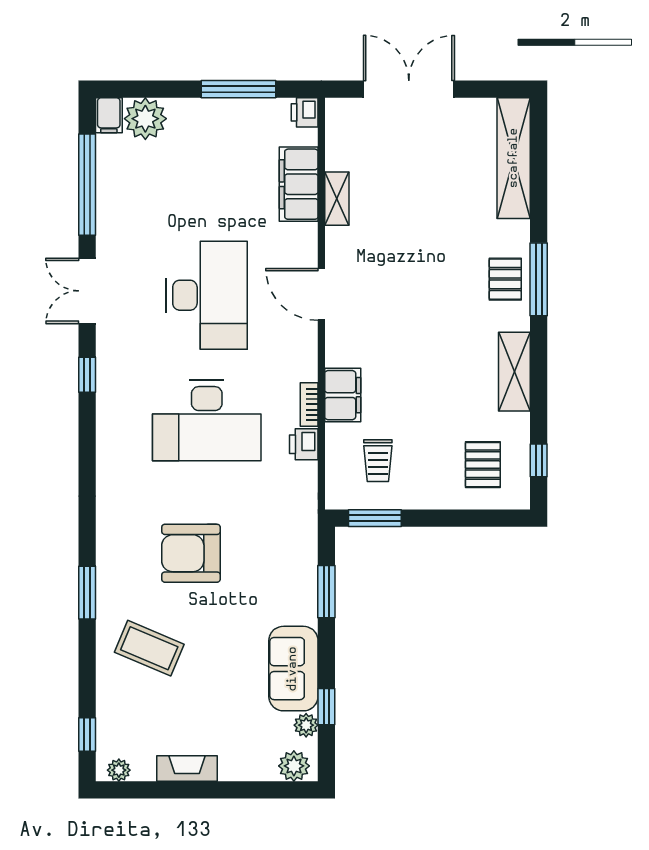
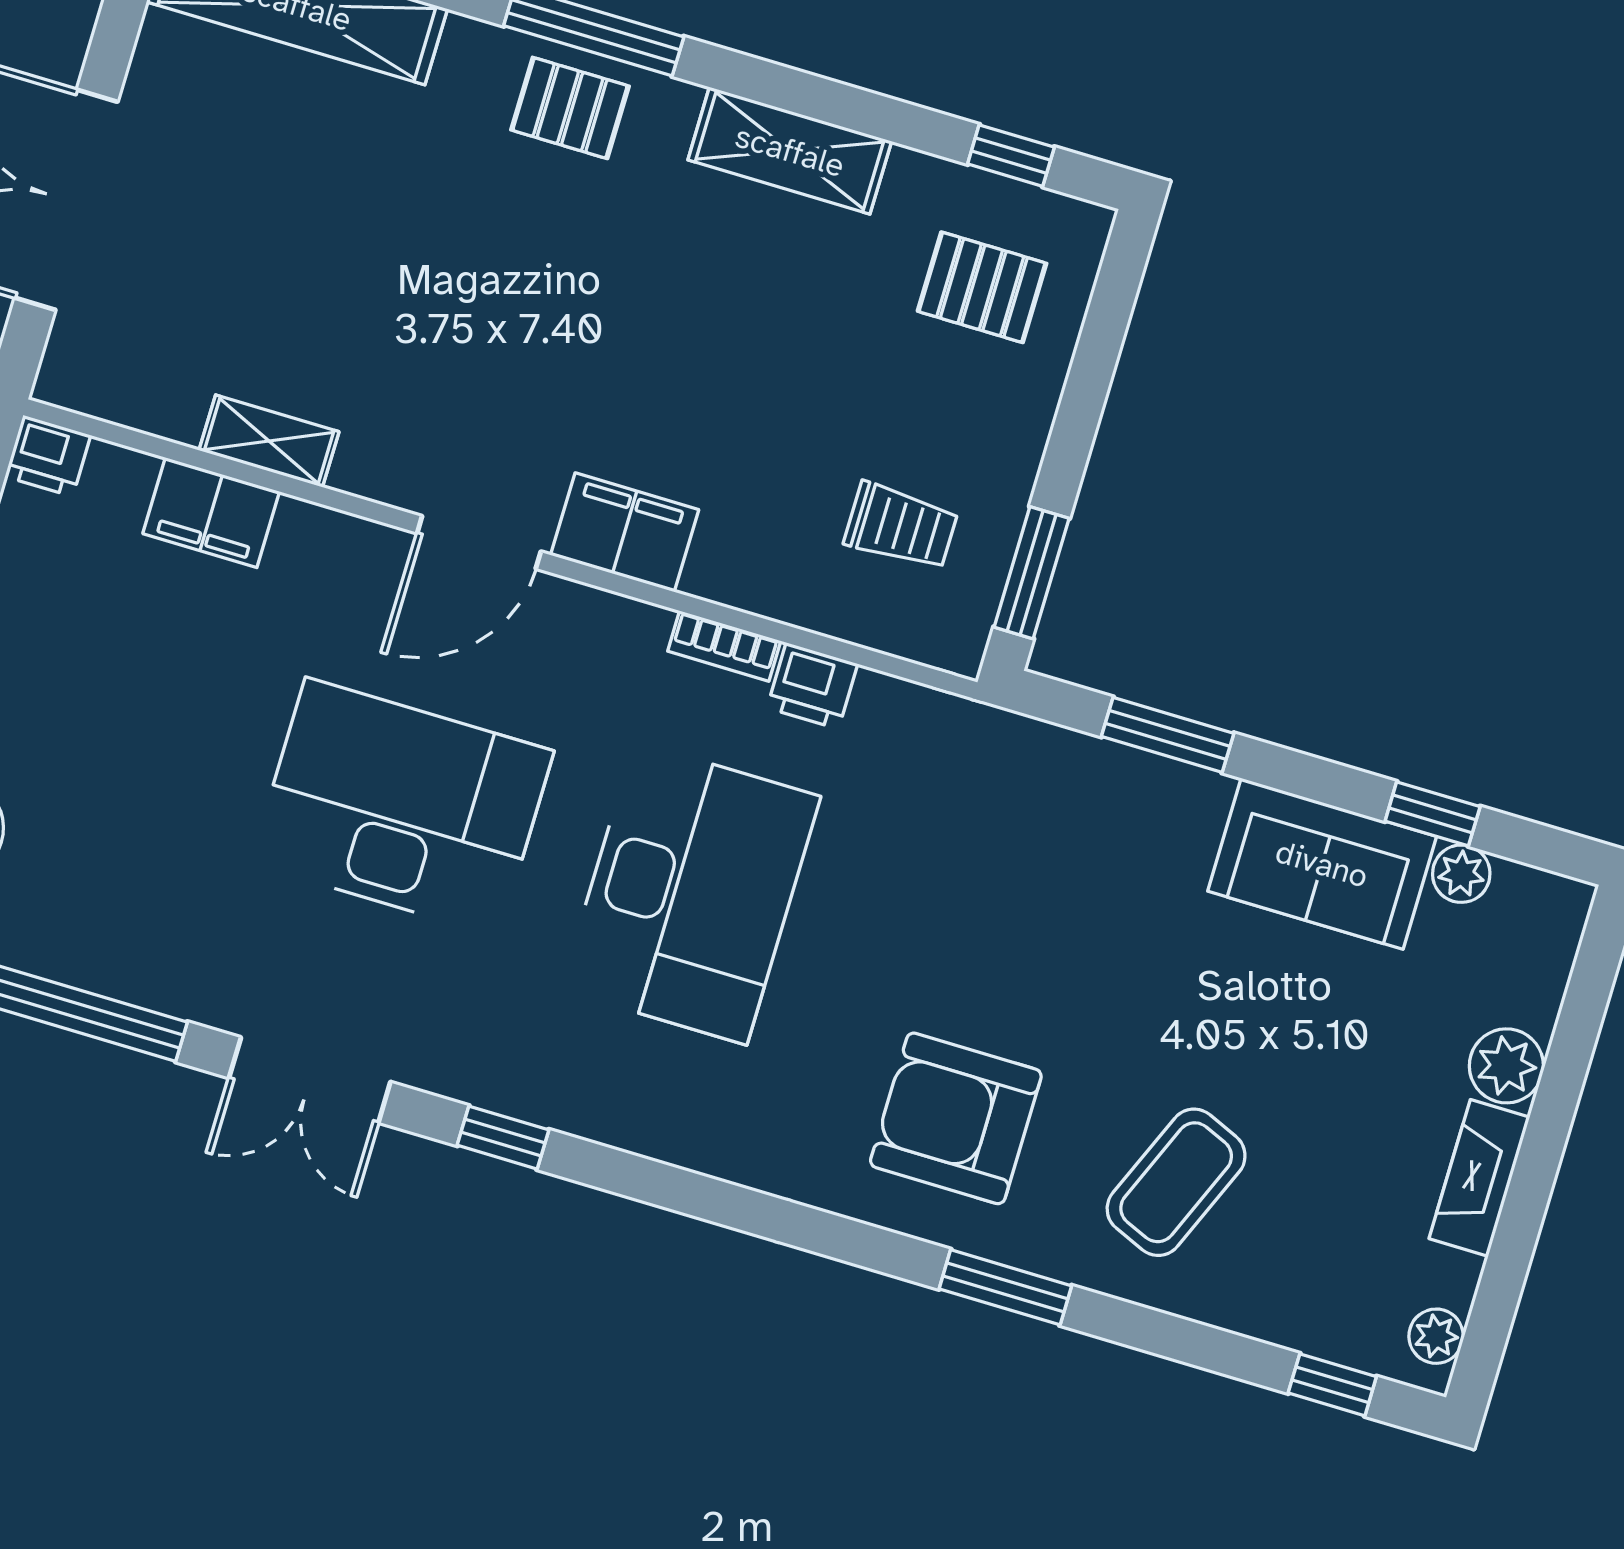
filing cabinet: (299, 184) -> (211, 513), width x0.67, depth x0.86
filing cabinet: (343, 395) -> (625, 532), moved
armchair: (191, 553) -> (956, 1118), moved, turned 90
plant: (294, 766) -> (1506, 1066), moved

